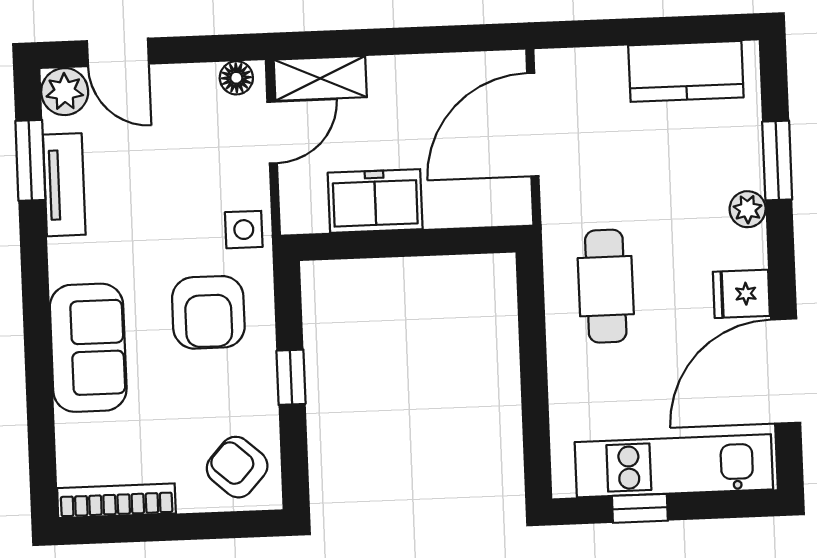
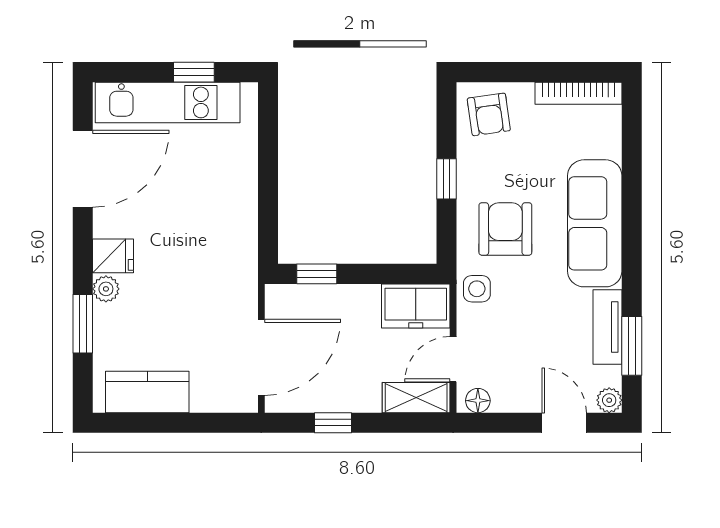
window: (432, 40) -> (333, 423), added
plant: (65, 92) -> (609, 400), width x0.73, depth x0.73
freezer: (375, 201) -> (416, 306), moved
window: (462, 241) -> (317, 274), added
cafe table: (606, 286) -> (212, 237), removed
fridge: (741, 294) -> (113, 256), moved
sofa: (88, 348) -> (595, 223), width x1.36
armchair: (237, 467) -> (489, 114), turned 40

